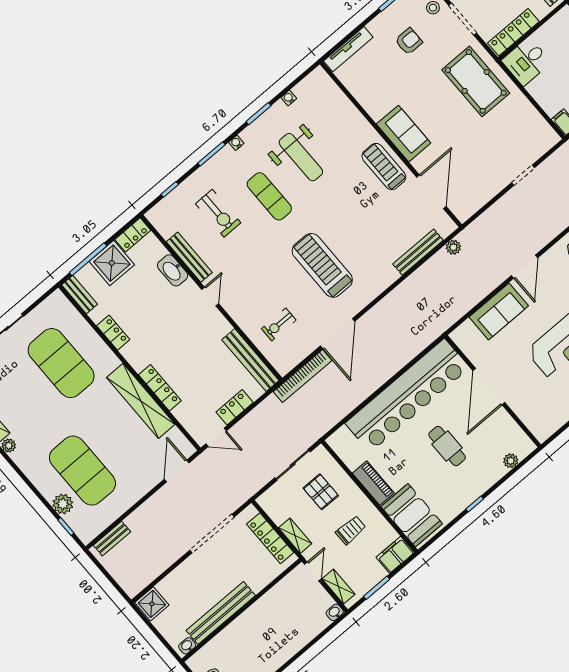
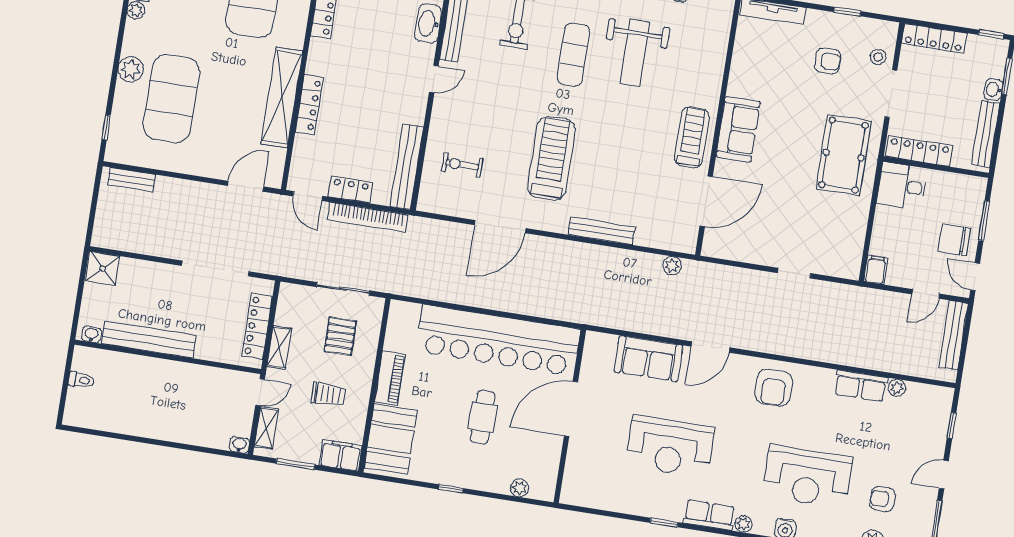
bench: (418, 252) -> (602, 231), moved
bookcase: (303, 376) -> (368, 217), moved
plant: (63, 504) -> (131, 69), moved

